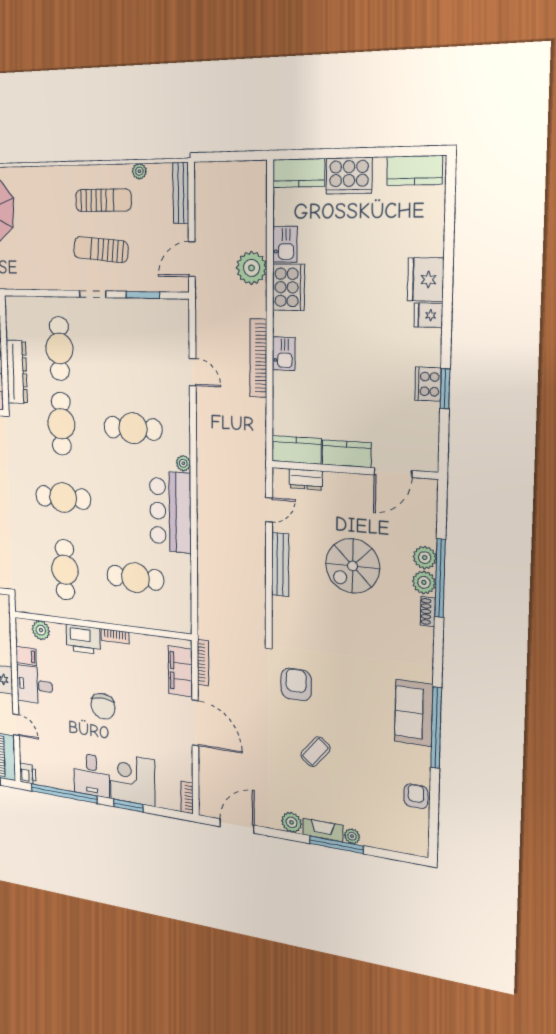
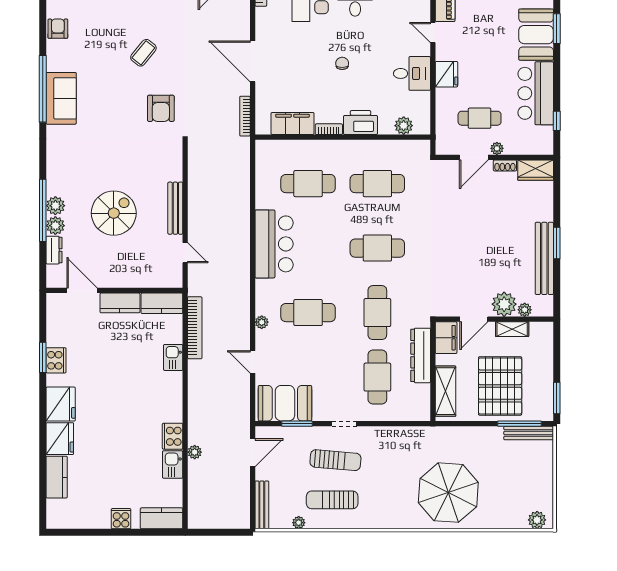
kitchen counter: (415, 170) -> (57, 477), moved, turned 90
cooker: (349, 176) -> (121, 519), width x0.53, depth x0.76
plant: (252, 268) -> (195, 452), width x0.53, depth x0.53
cooker: (288, 287) -> (173, 436), width x0.73, depth x0.76
fridge: (428, 315) -> (61, 404), width x1.88, depth x1.34
booth: (156, 320) -> (285, 403), added
kitchen sink: (284, 354) -> (173, 357), moved
bookcase: (258, 358) -> (195, 328), moved
plant: (183, 463) -> (262, 322), moved
door: (393, 473) -> (82, 290), hinge flipped
dresser: (306, 479) -> (54, 250), moved, turned 90
door: (269, 510) -> (185, 253), swing flipped
cafe table: (65, 570) -> (377, 184), turned 90
shoe rack: (428, 612) -> (52, 183), removed
filing cabinet: (26, 656) -> (420, 100), removed
filing cabinet: (180, 671) -> (292, 123), moved, turned -90
chair: (103, 706) -> (342, 63), width x0.54, depth x0.54
armchair: (416, 796) -> (58, 29), turned 180

